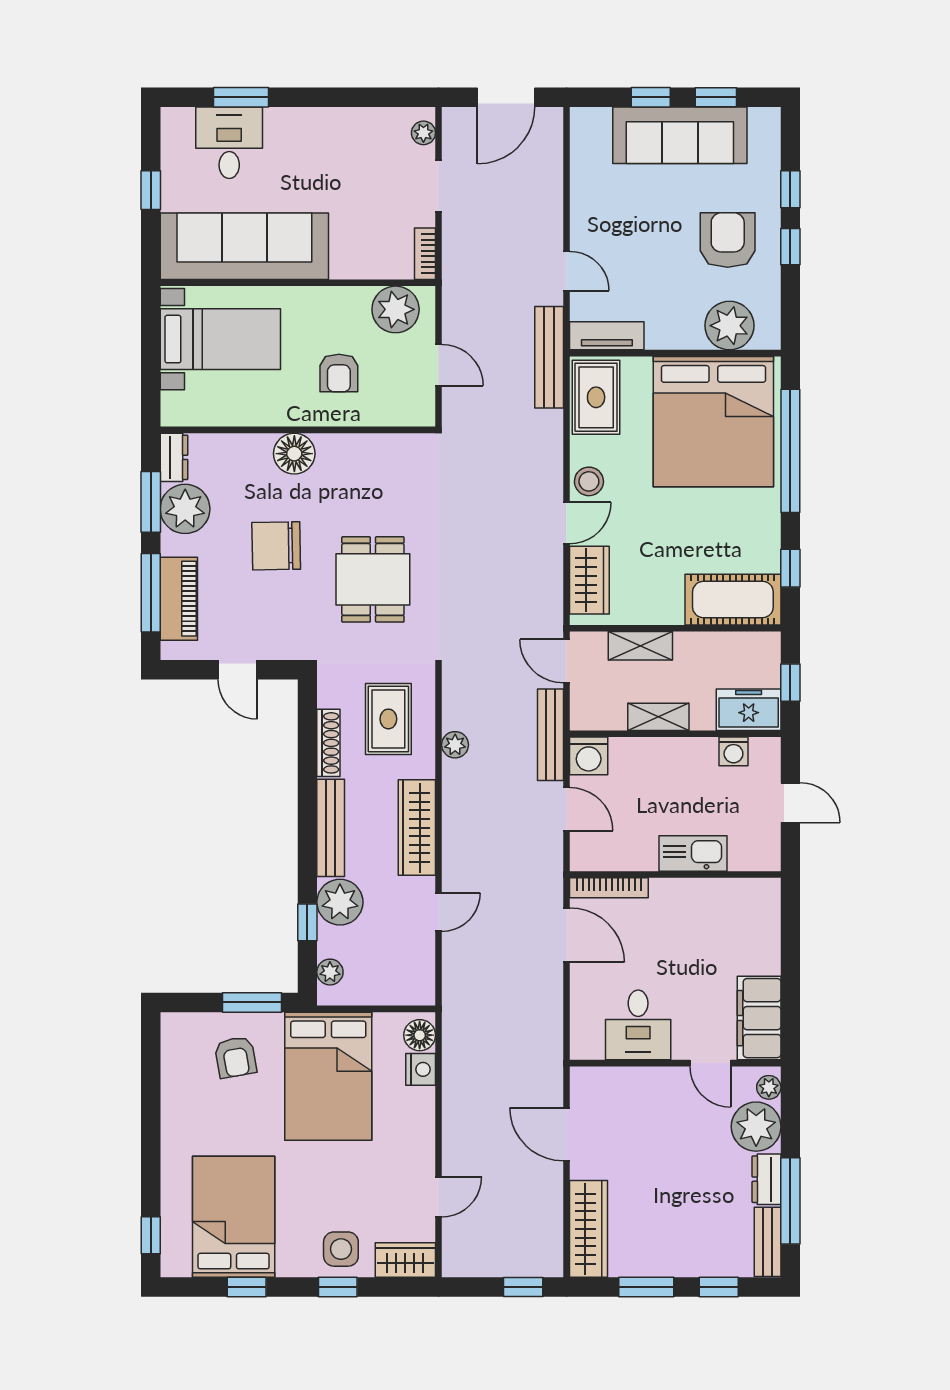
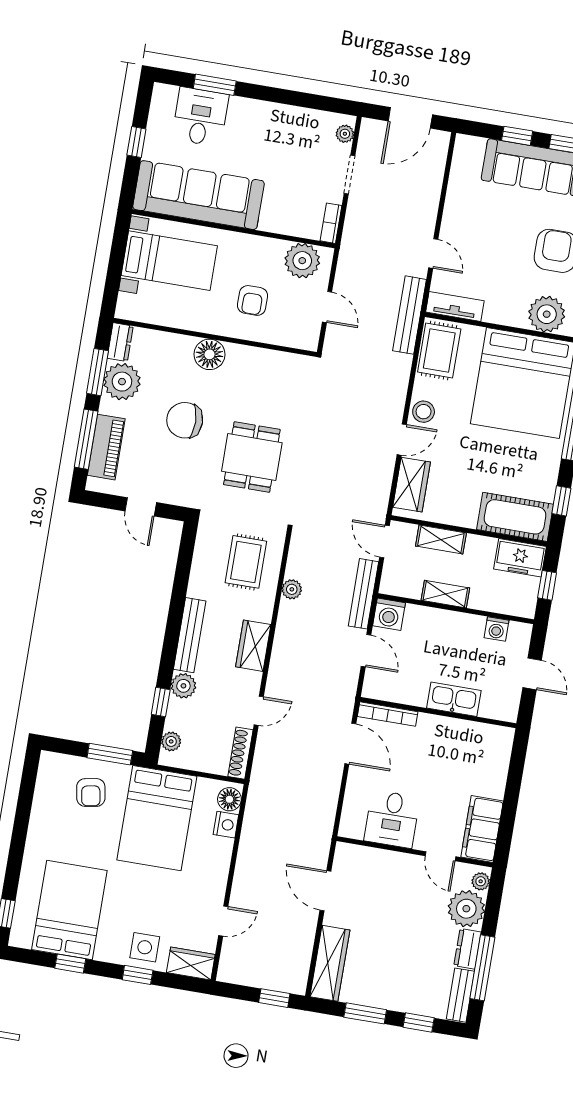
freezer: (749, 710) -> (520, 558), moved, turned 180
shoe rack: (328, 743) -> (240, 753), moved, turned 180
wardrobe: (417, 828) -> (253, 646), width x0.67
plant: (340, 902) -> (183, 686), width x0.73, depth x0.73

